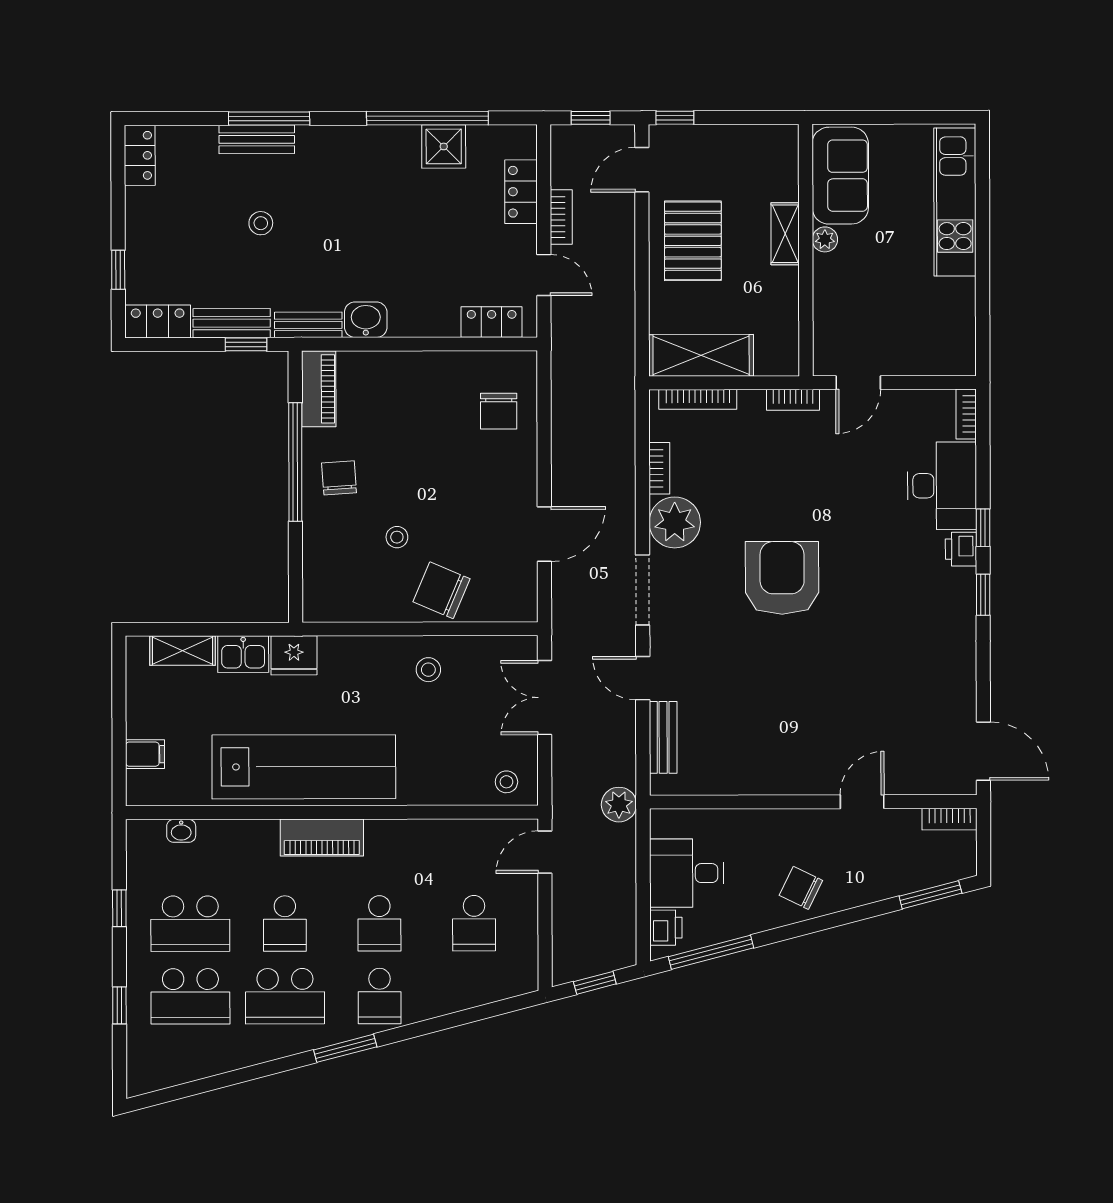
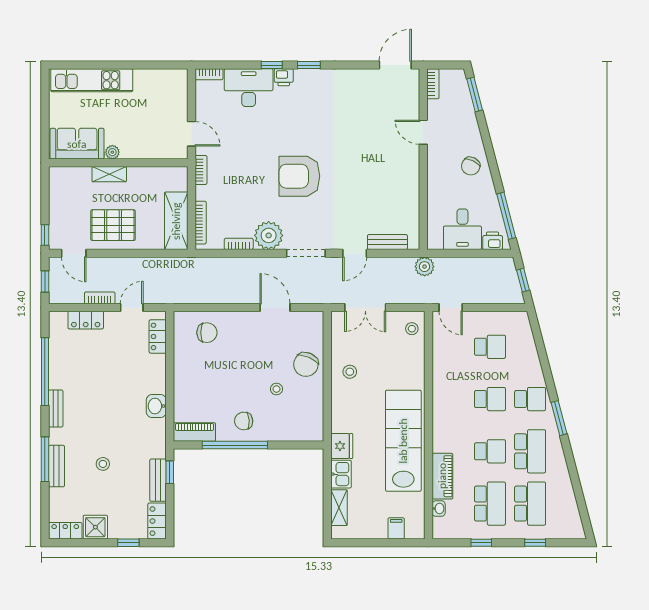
shower: (444, 146) -> (95, 527), moved
bench: (308, 325) -> (56, 409), moved
piano: (322, 838) -> (442, 476), moved

